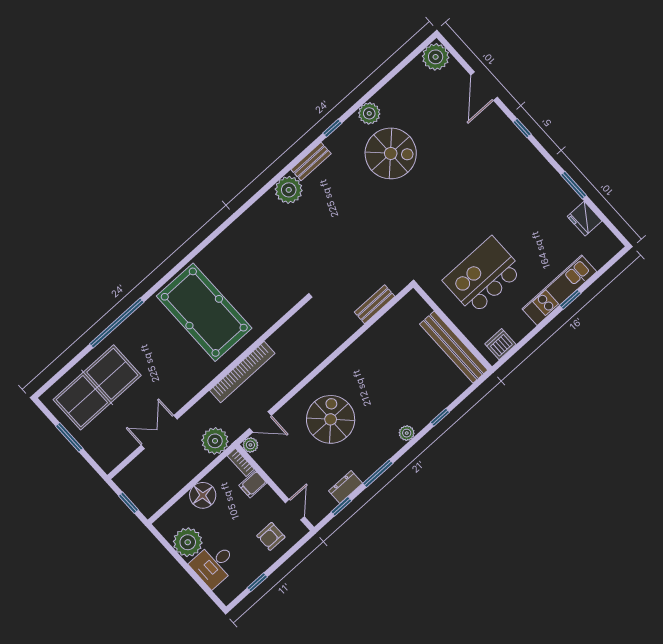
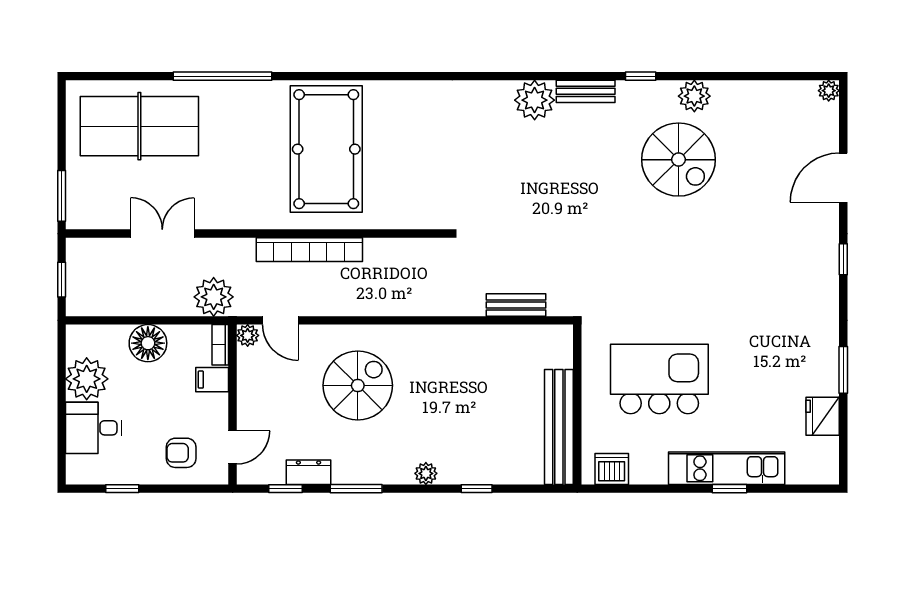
plant: (436, 57) -> (829, 91), width x0.53, depth x0.53
window: (69, 437) -> (62, 196), moved

